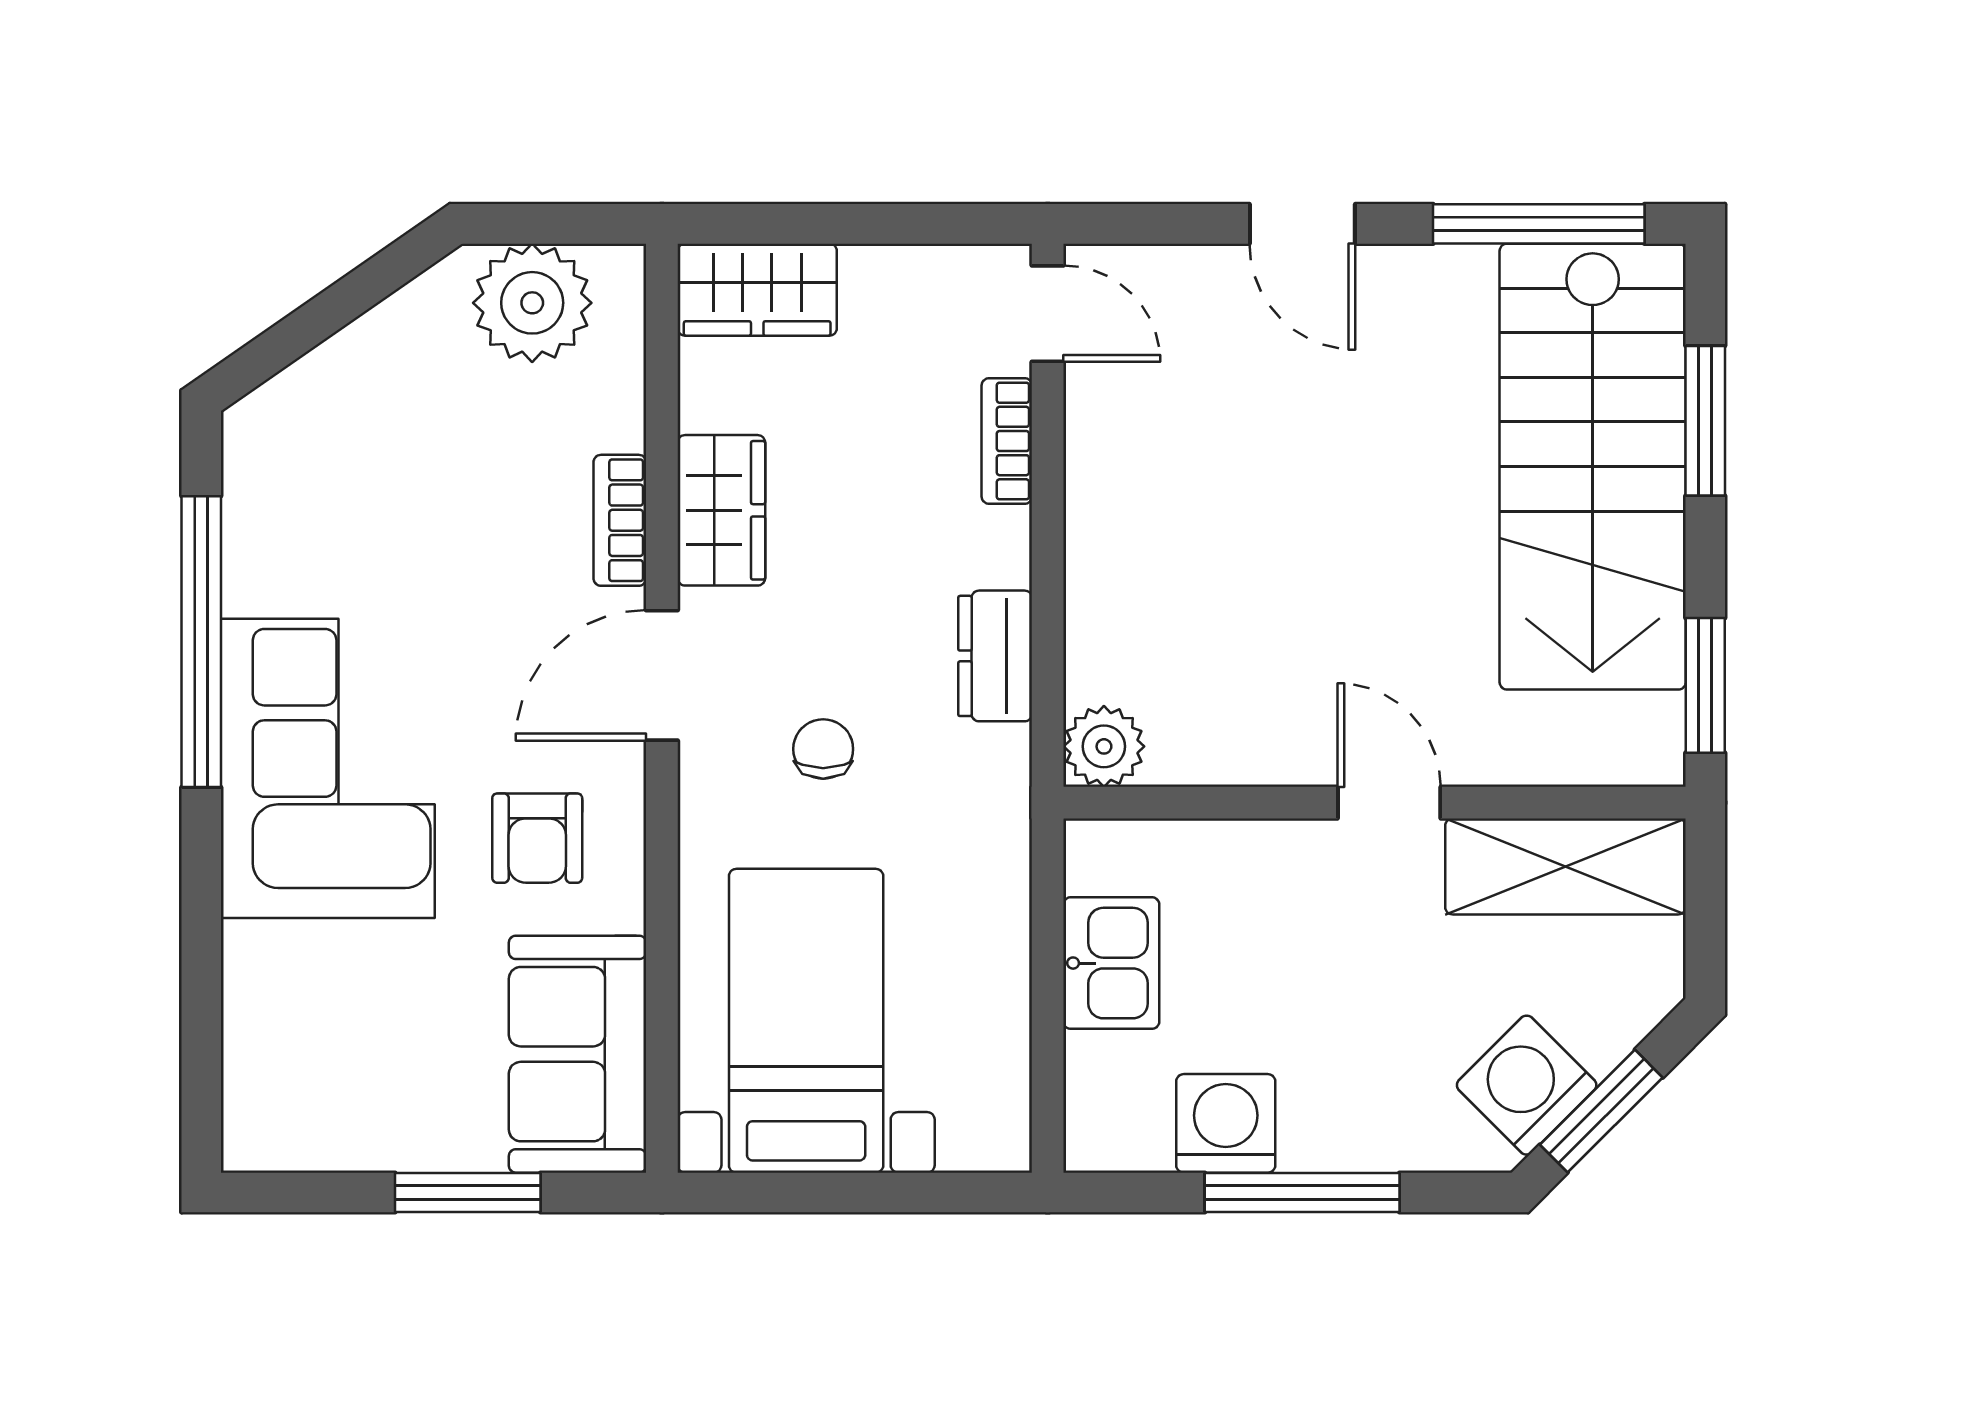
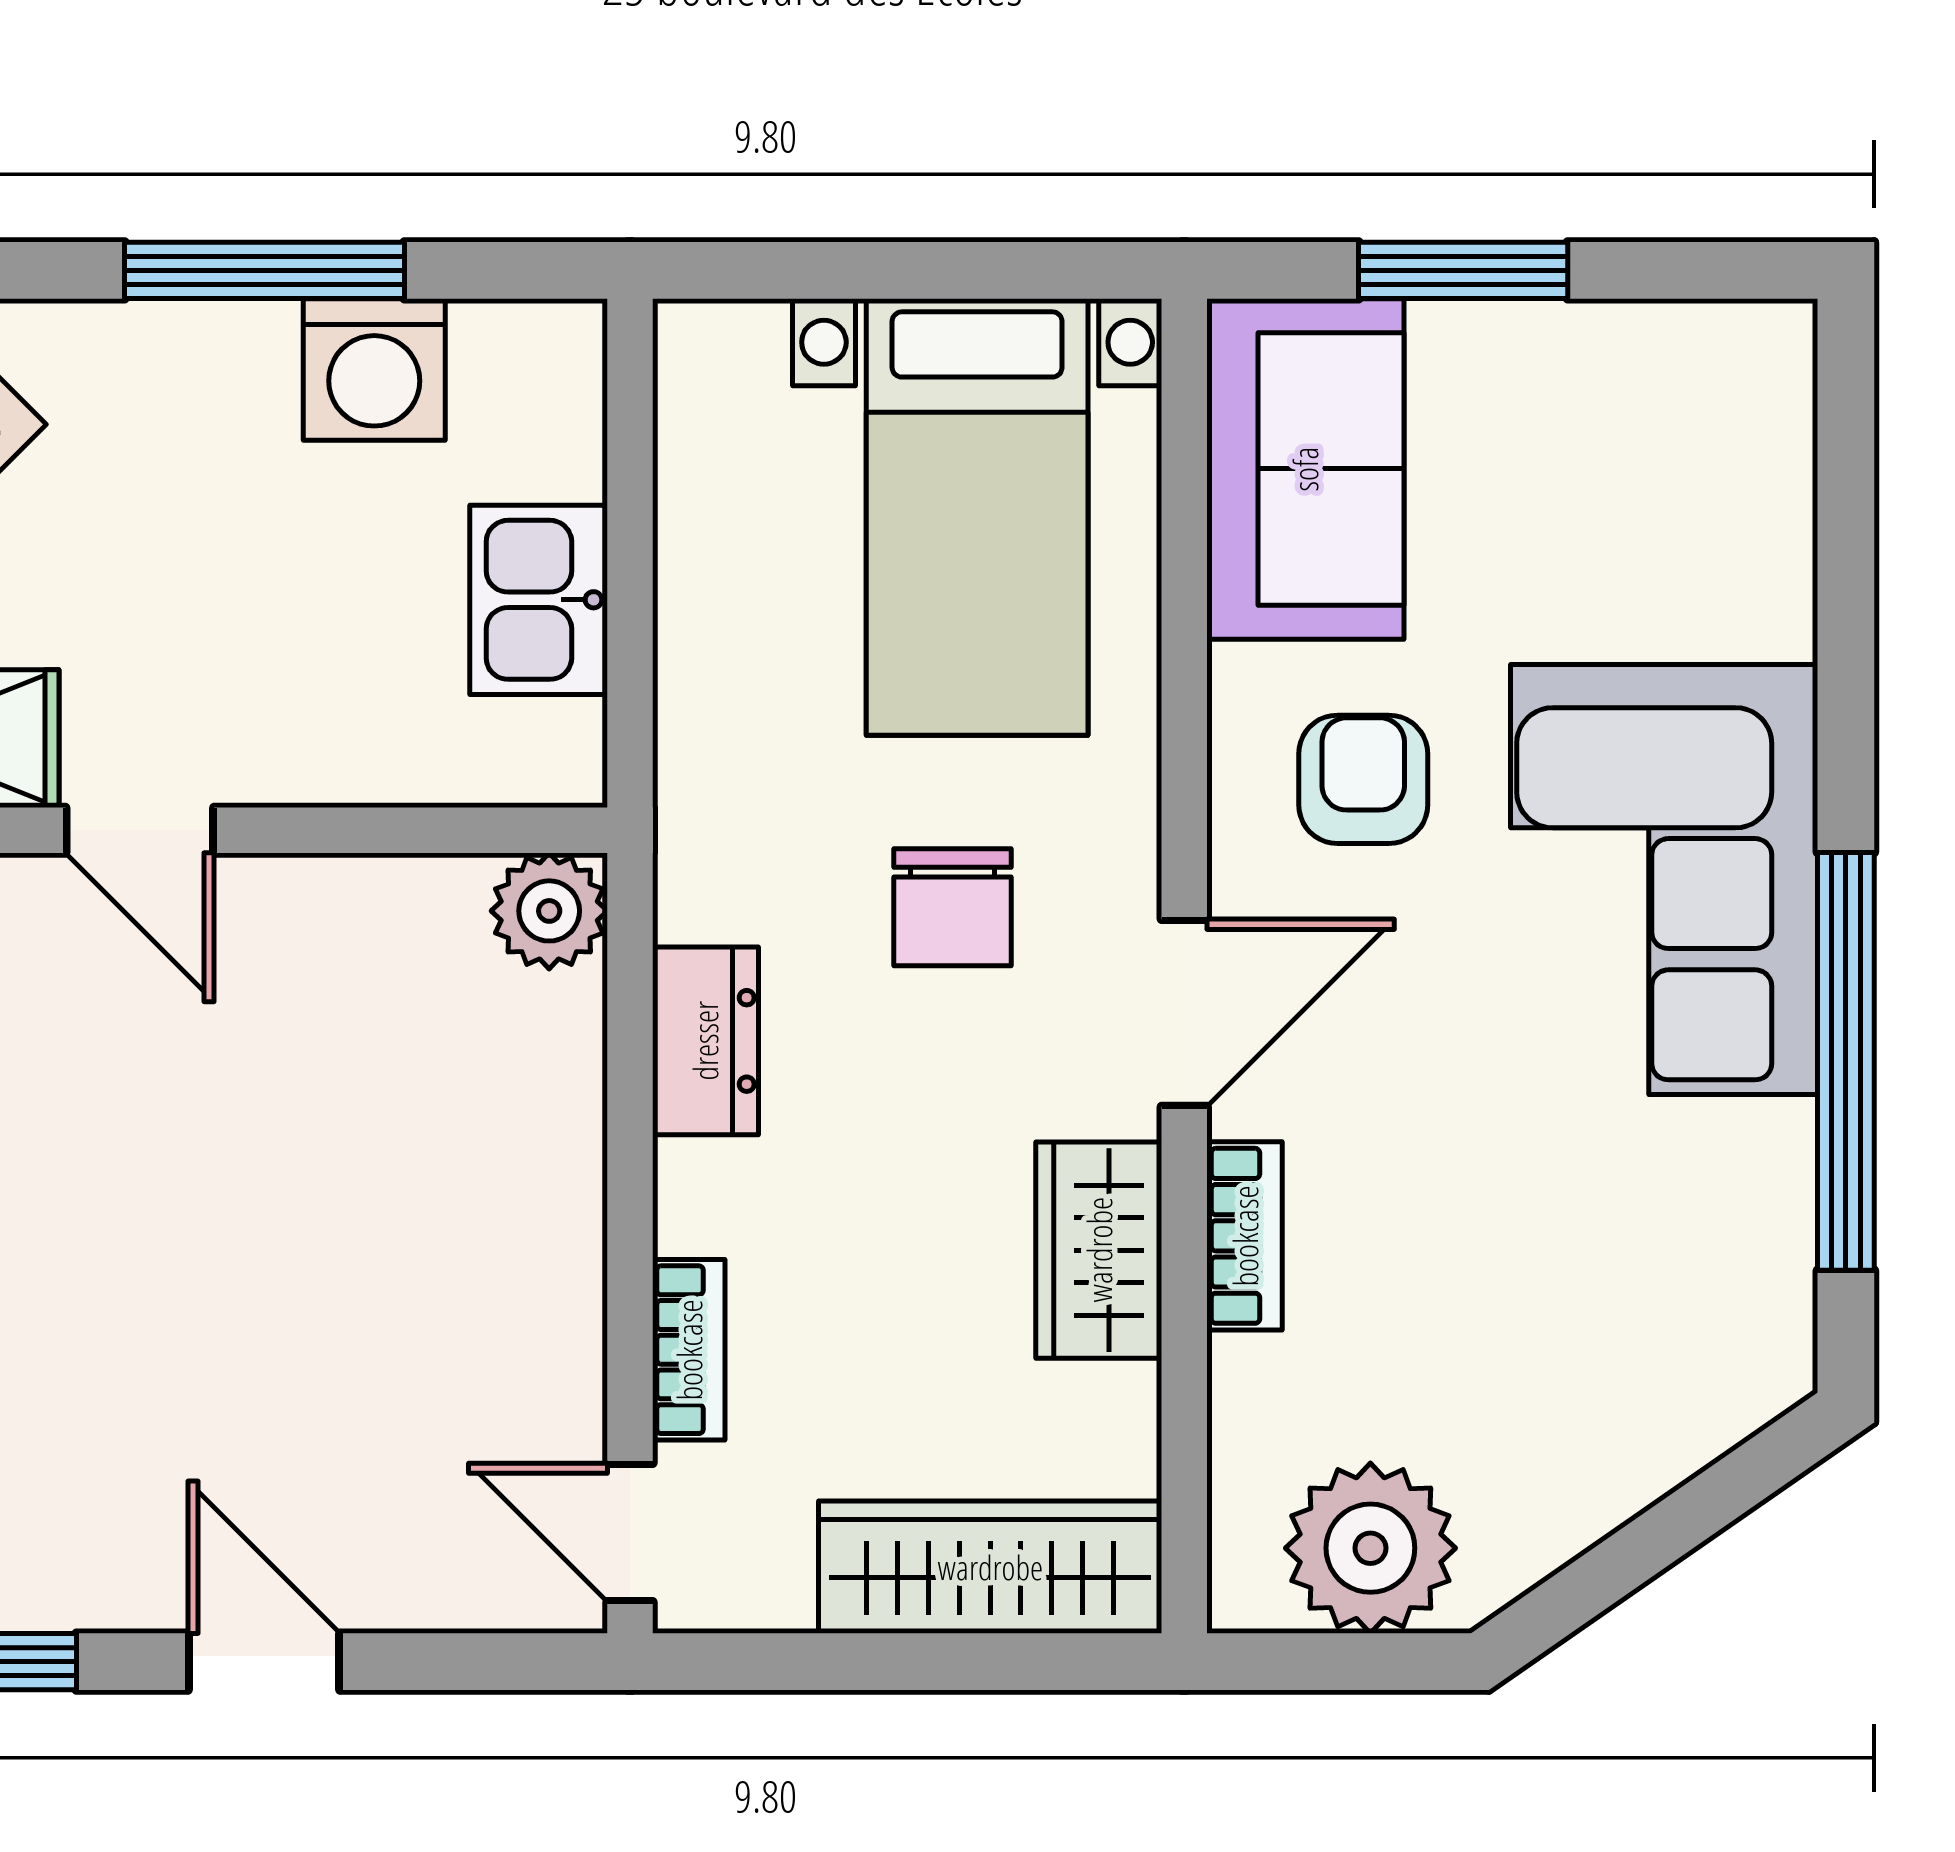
wardrobe: (757, 290) -> (990, 1567), width x1.50
chair: (823, 749) -> (953, 907), width x1.37, depth x1.37

